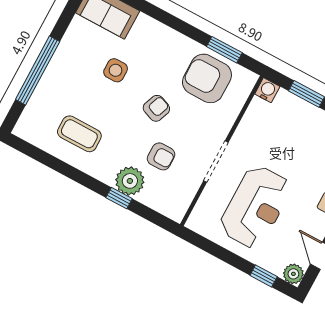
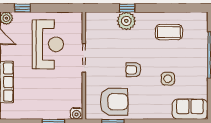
armchair: (156, 108) -> (133, 70), turned 69
armchair: (161, 156) -> (116, 44), removed
reception desk: (255, 207) -> (48, 44), turned 180

